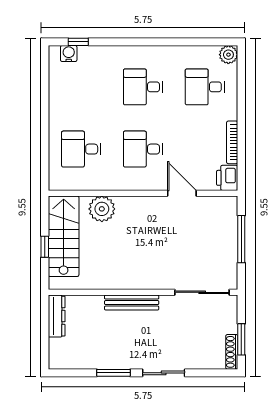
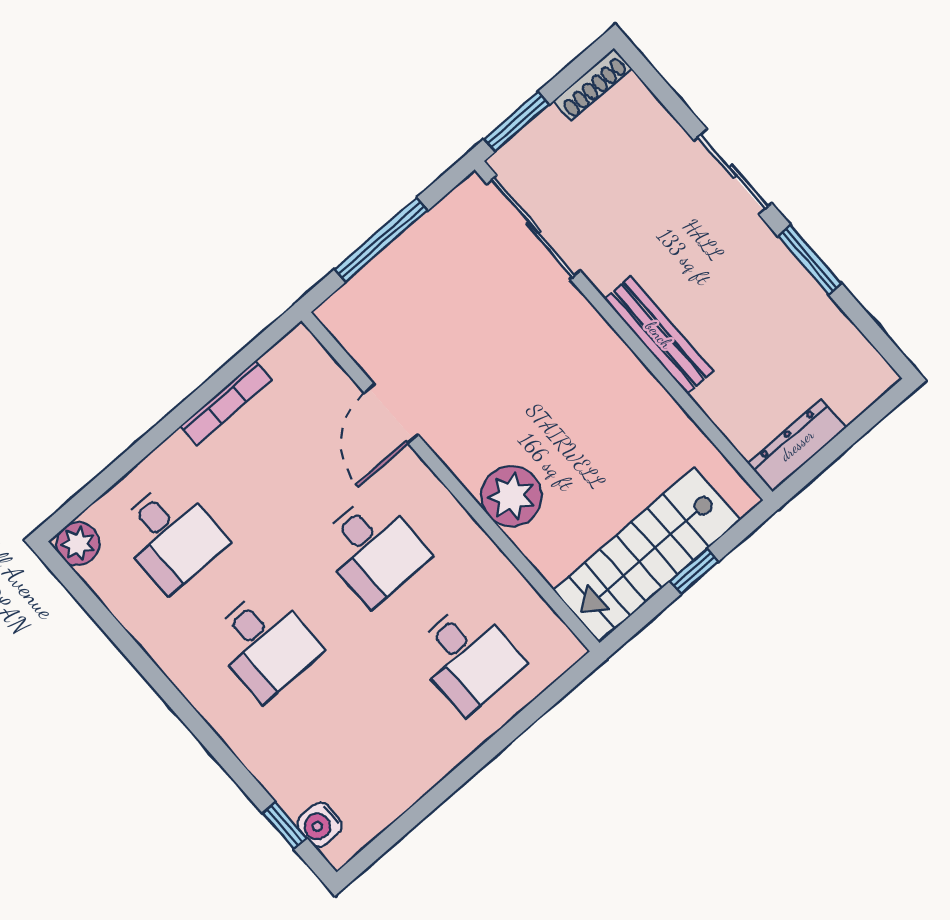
printer: (227, 178) -> (295, 358), removed
plant: (102, 209) -> (511, 496), moved
window: (241, 339) -> (517, 122), moved

